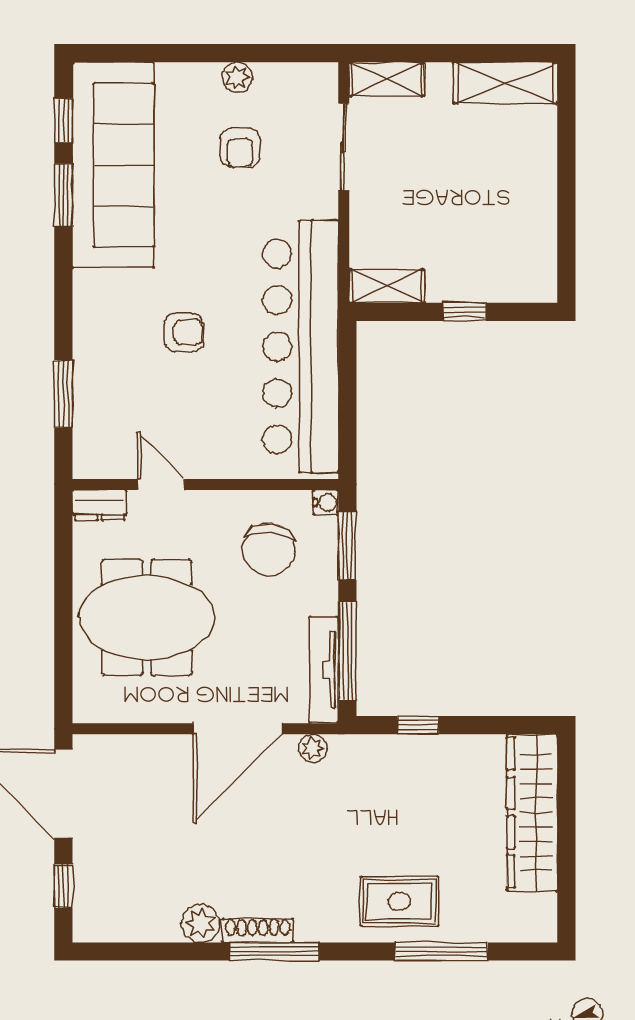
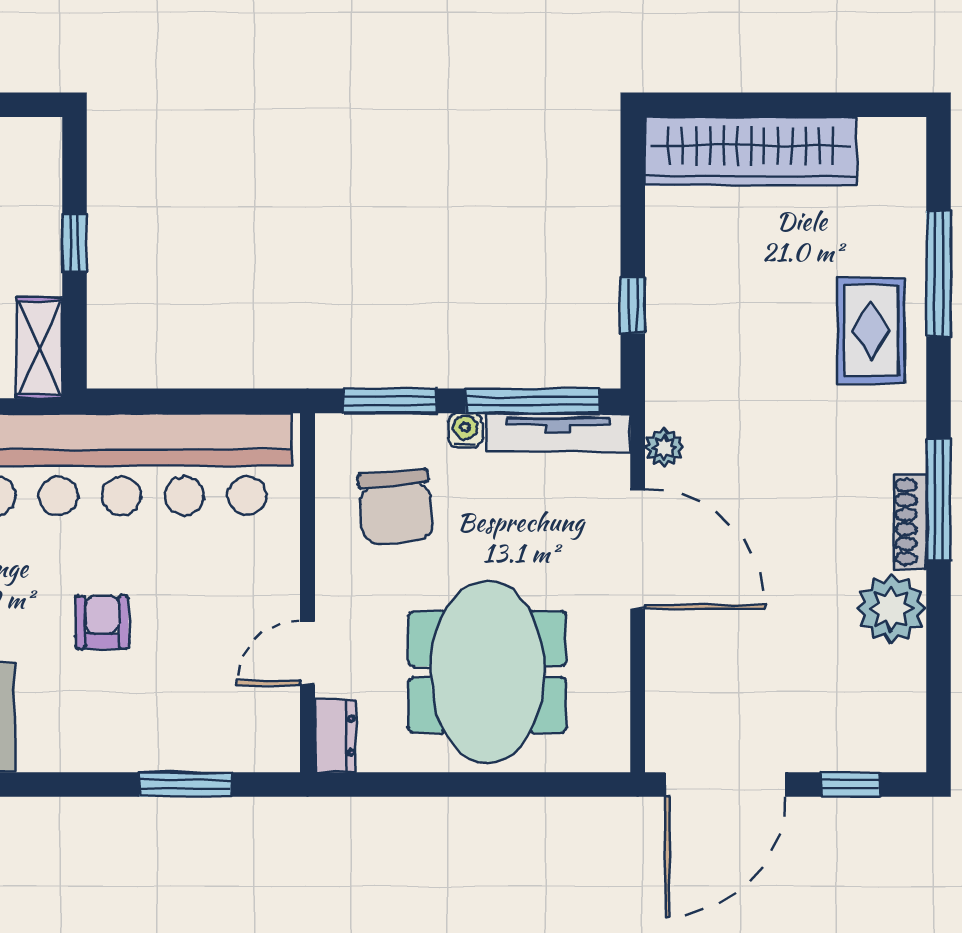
water cooler: (326, 502) -> (465, 430), moved
chair: (269, 549) -> (395, 507), turned 80
plant: (200, 923) -> (891, 609), width x1.36, depth x1.36

